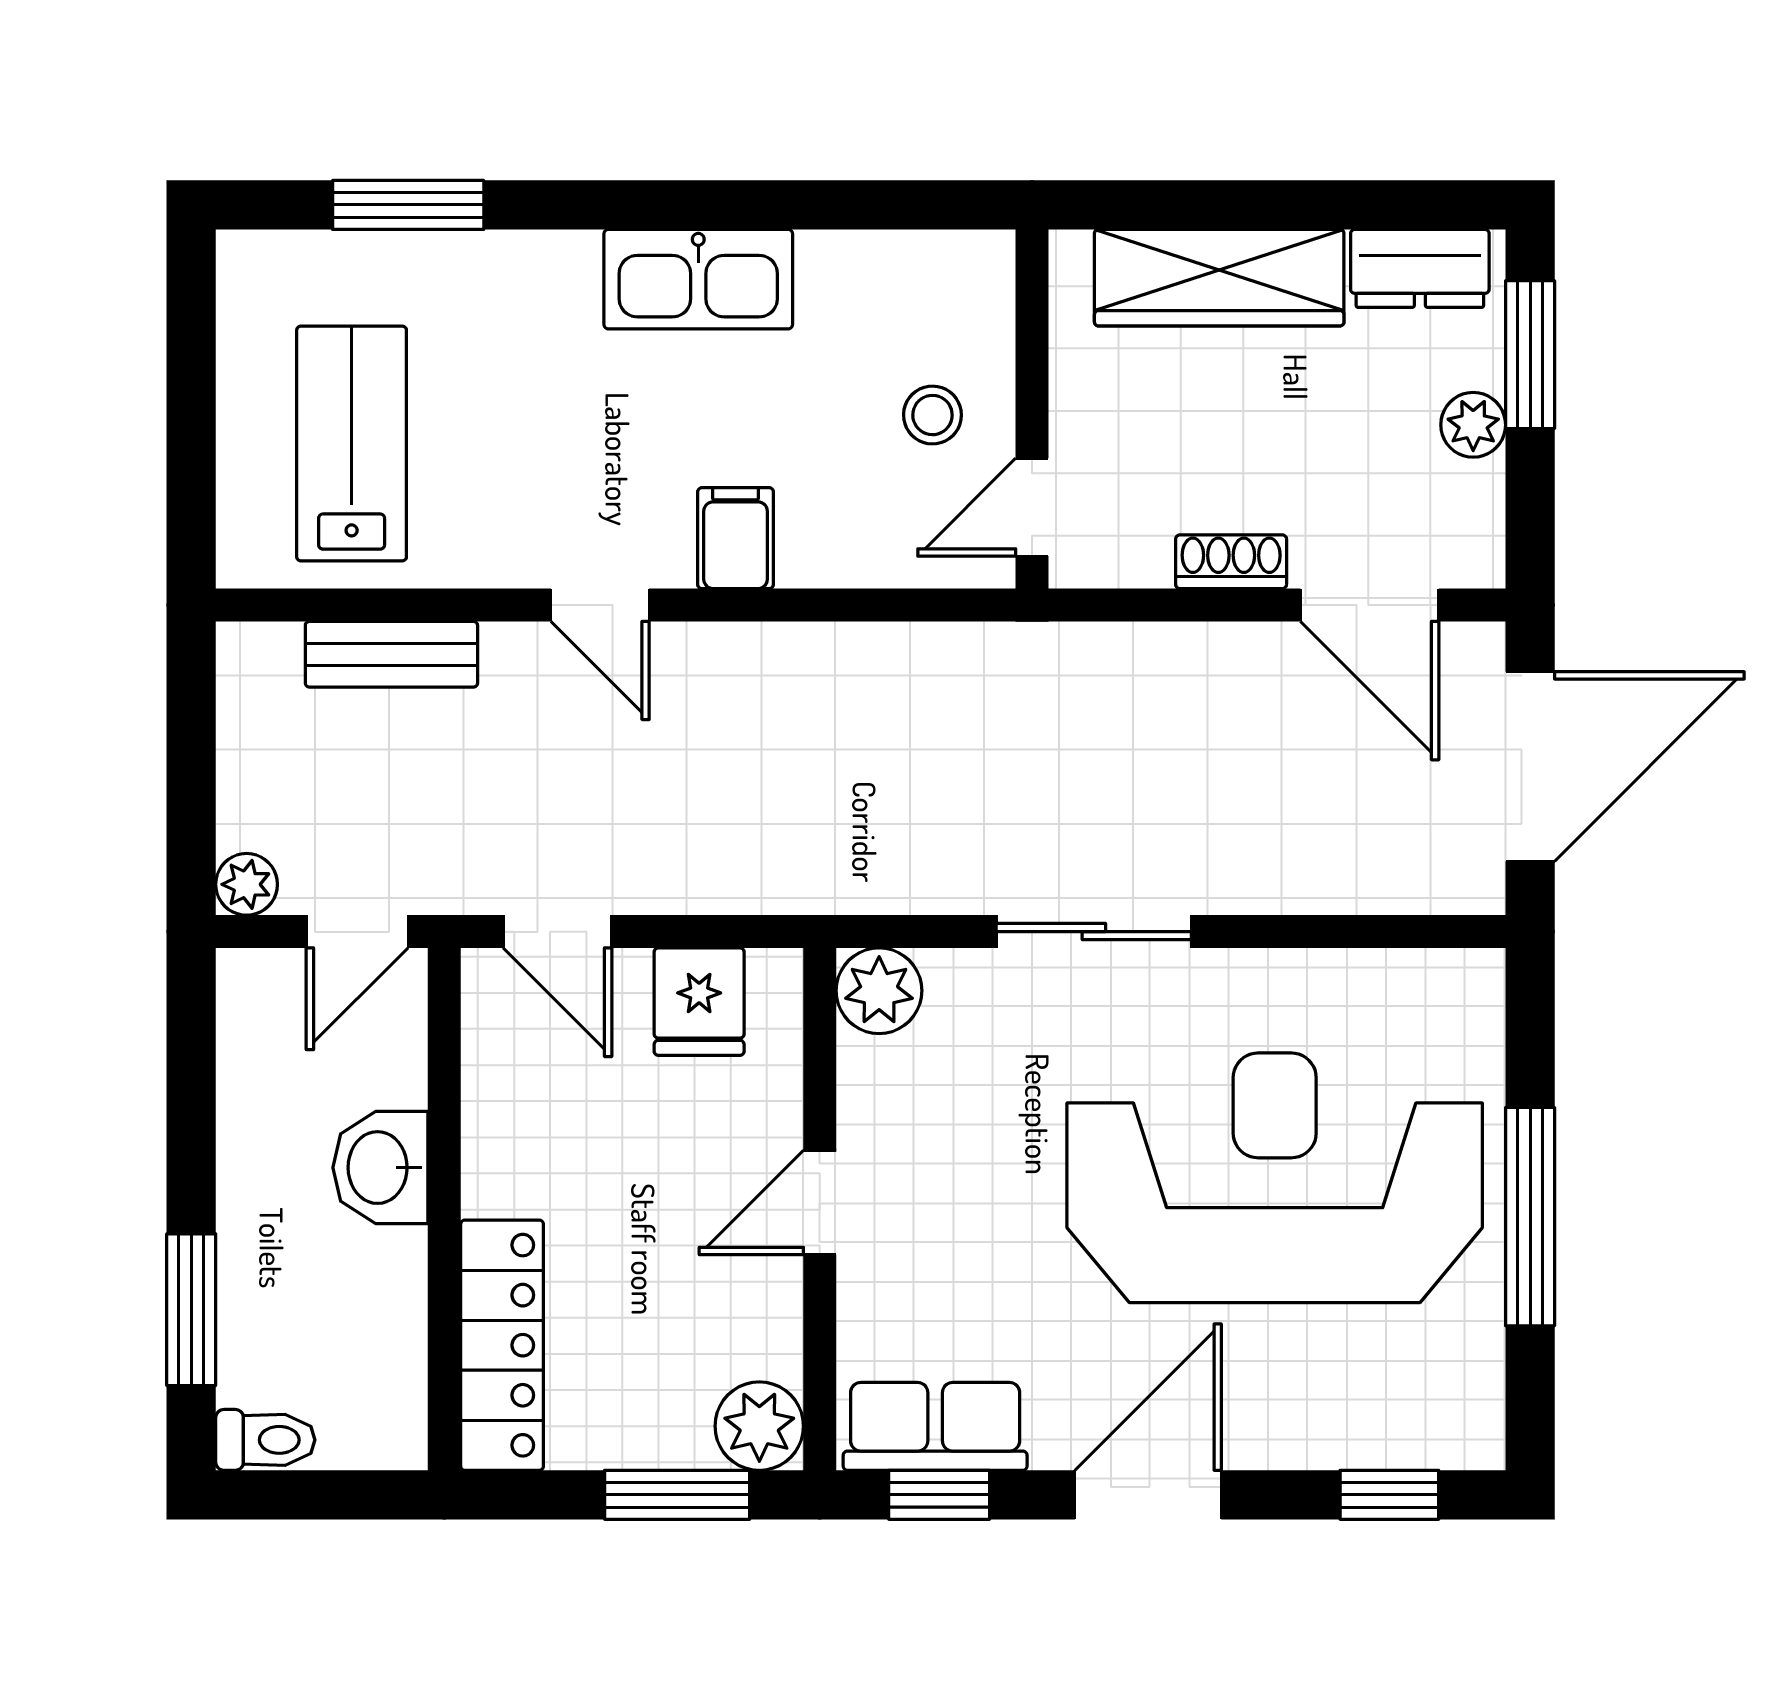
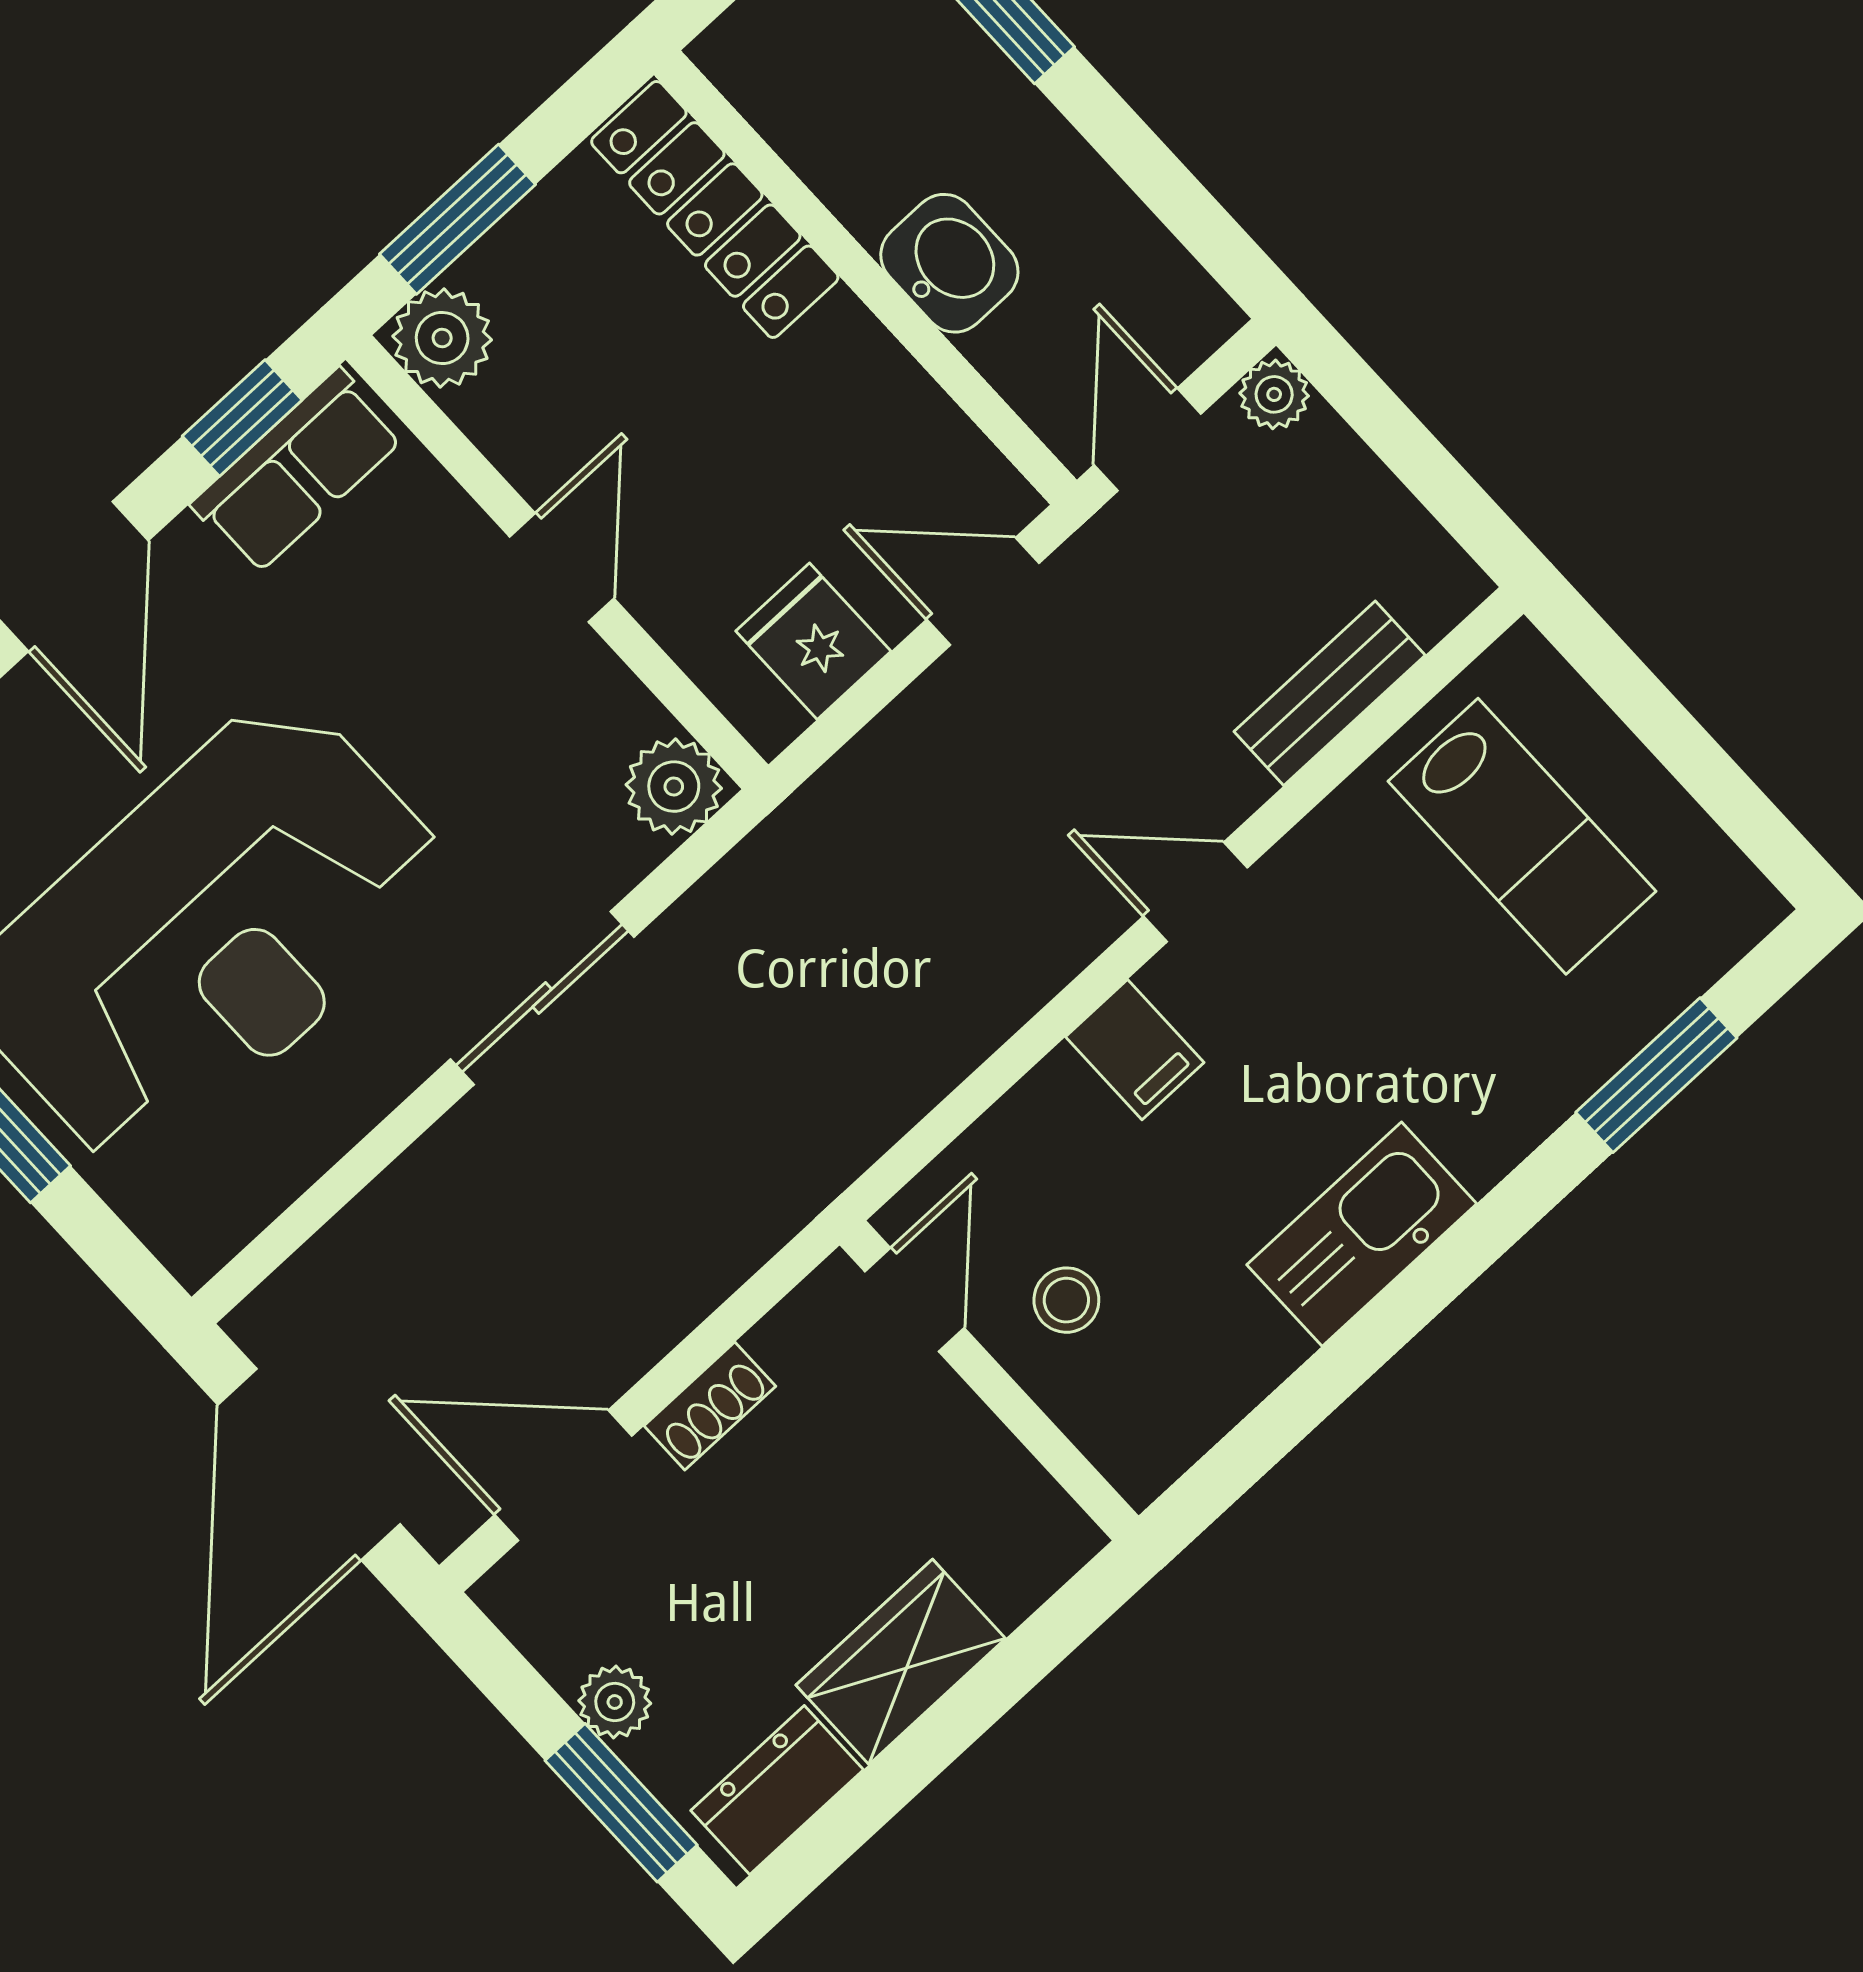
wardrobe: (1219, 278) -> (901, 1662), width x0.67

